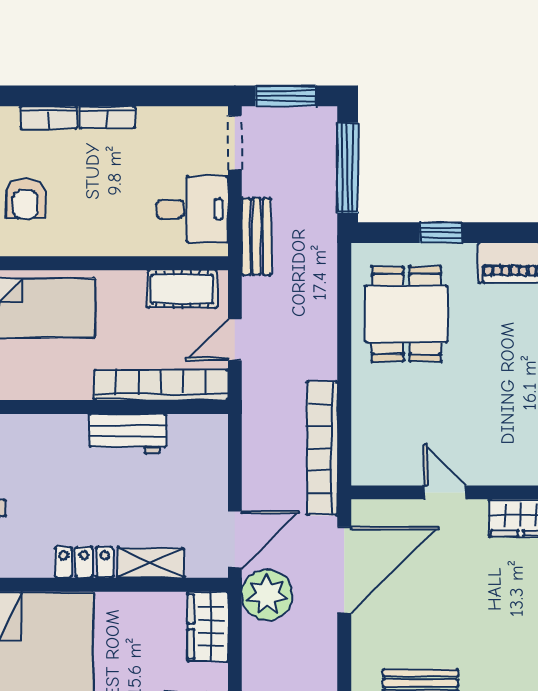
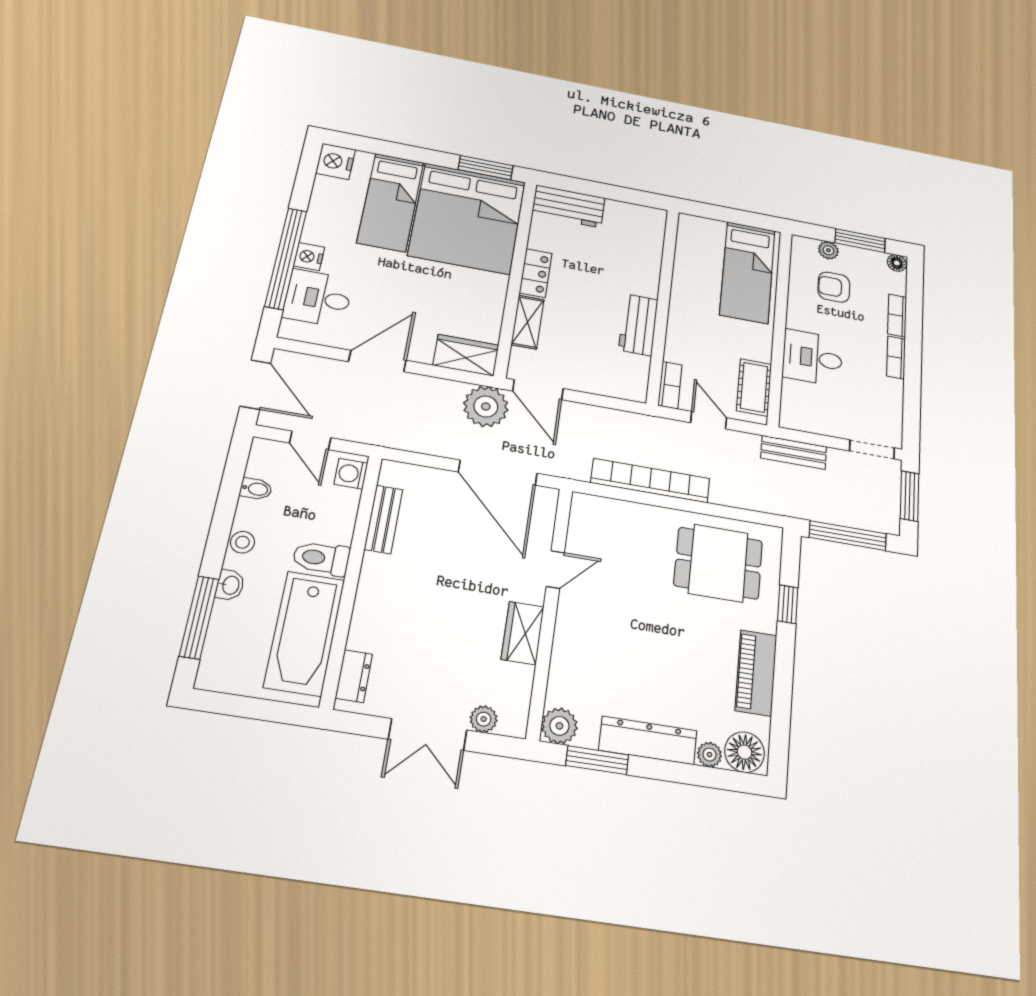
desk: (192, 209) -> (812, 358), moved, turned 90
bookcase: (161, 385) -> (670, 385), width x0.43, depth x0.76
bookcase: (322, 448) -> (650, 481), moved

